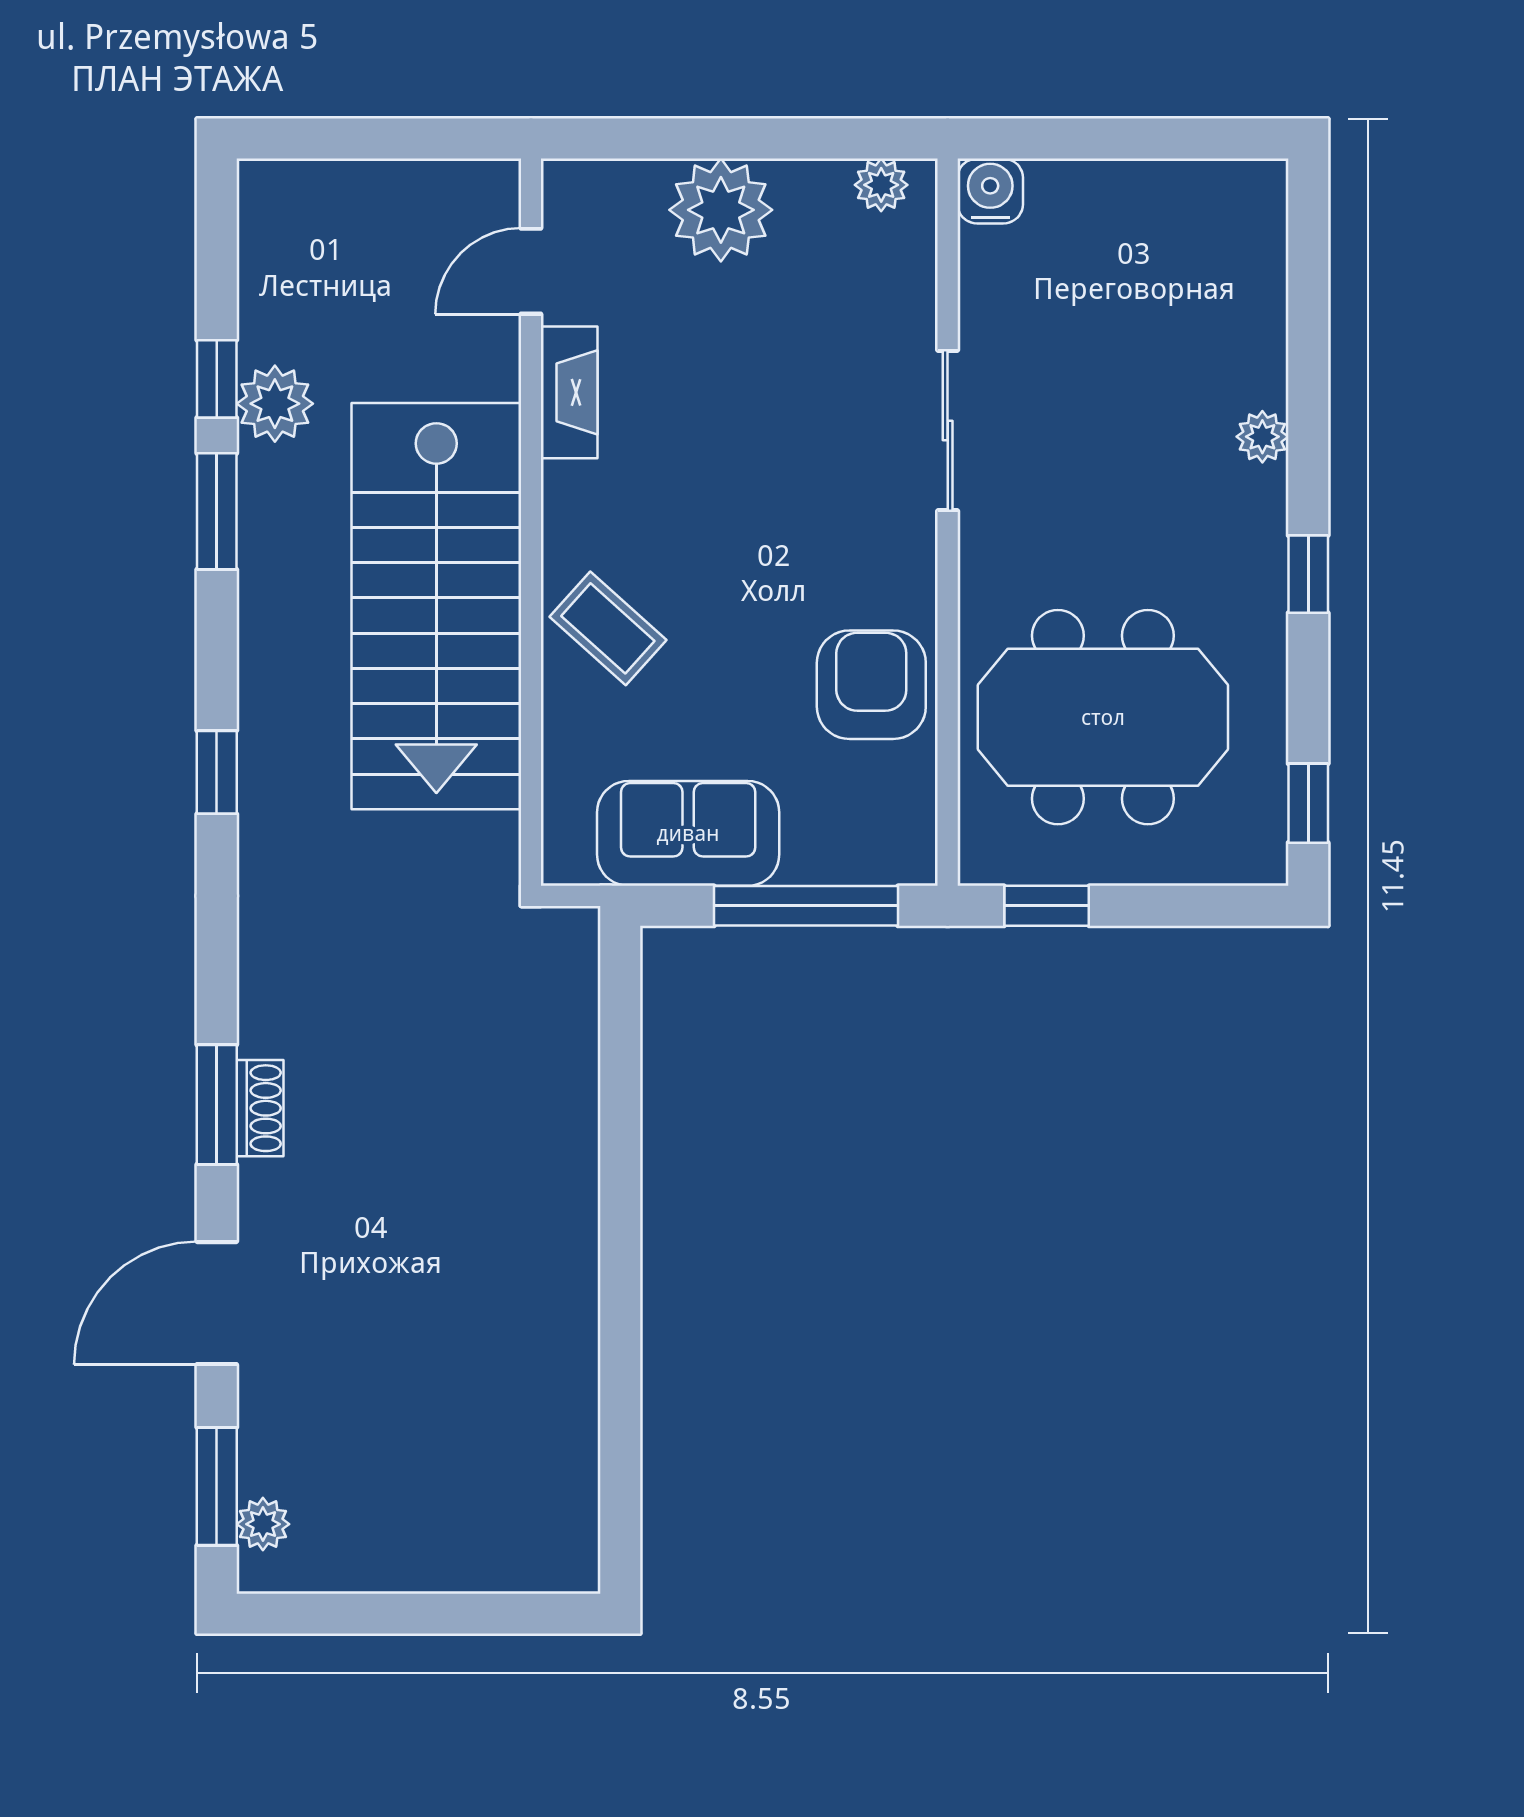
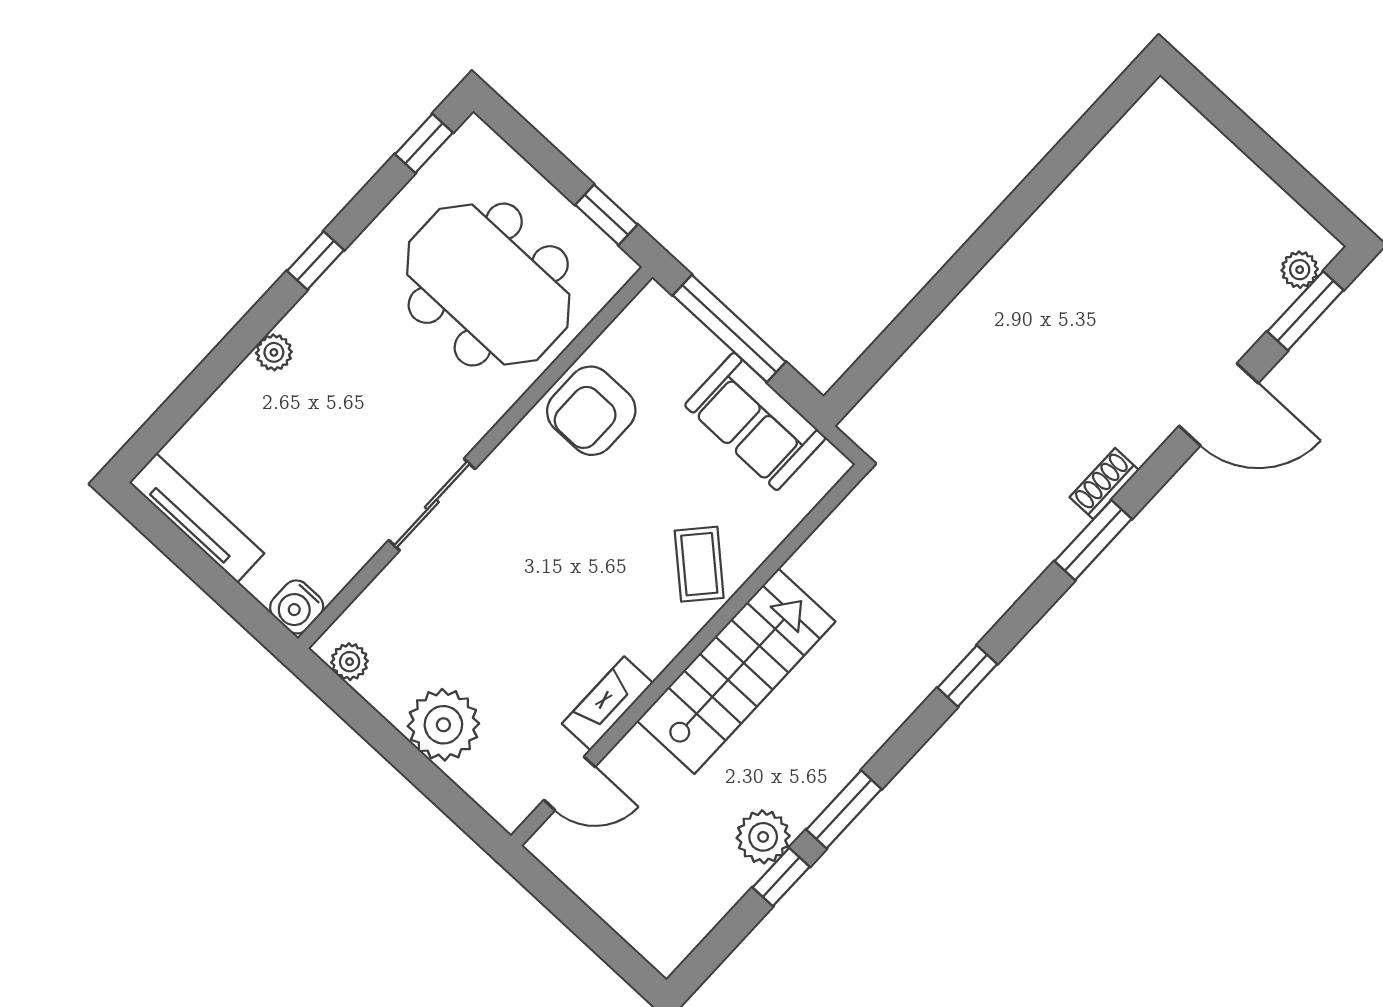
tv unit: (1182, 187) -> (197, 518), added
stairs: (436, 606) -> (736, 671), width x0.73, depth x0.66
window: (217, 1105) -> (1093, 540), moved

